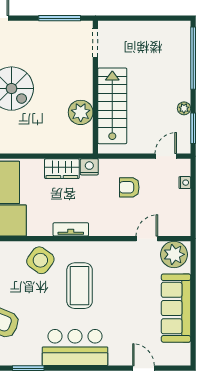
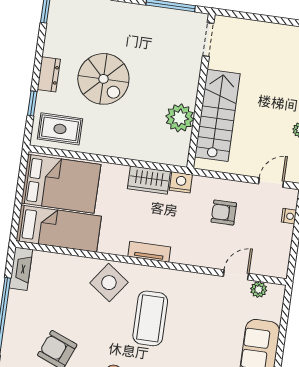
plant: (174, 254) -> (259, 289), width x0.53, depth x0.53

